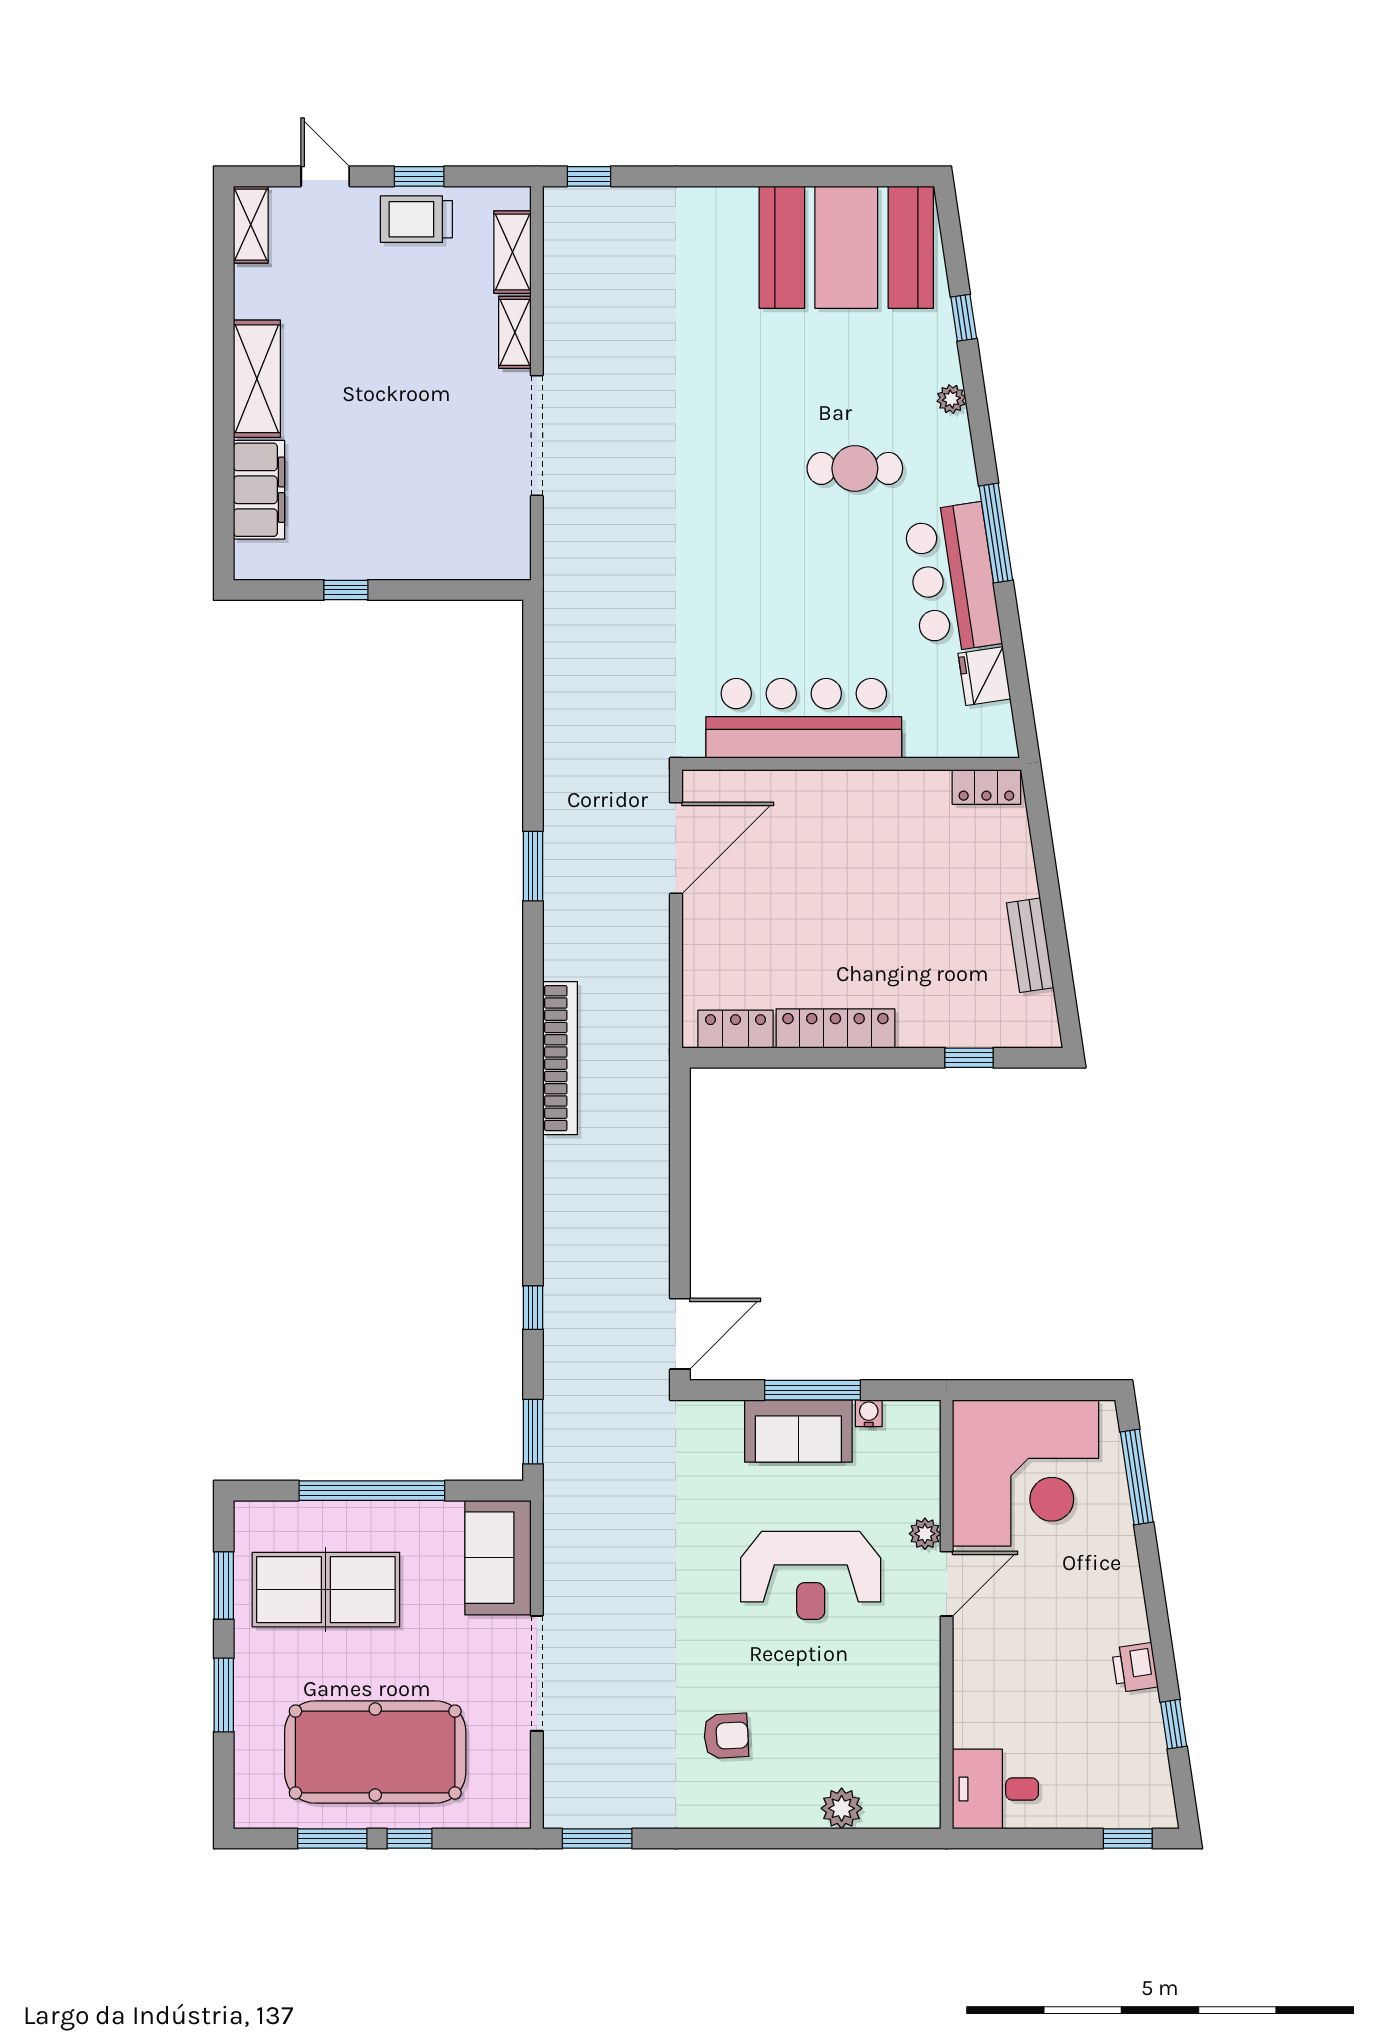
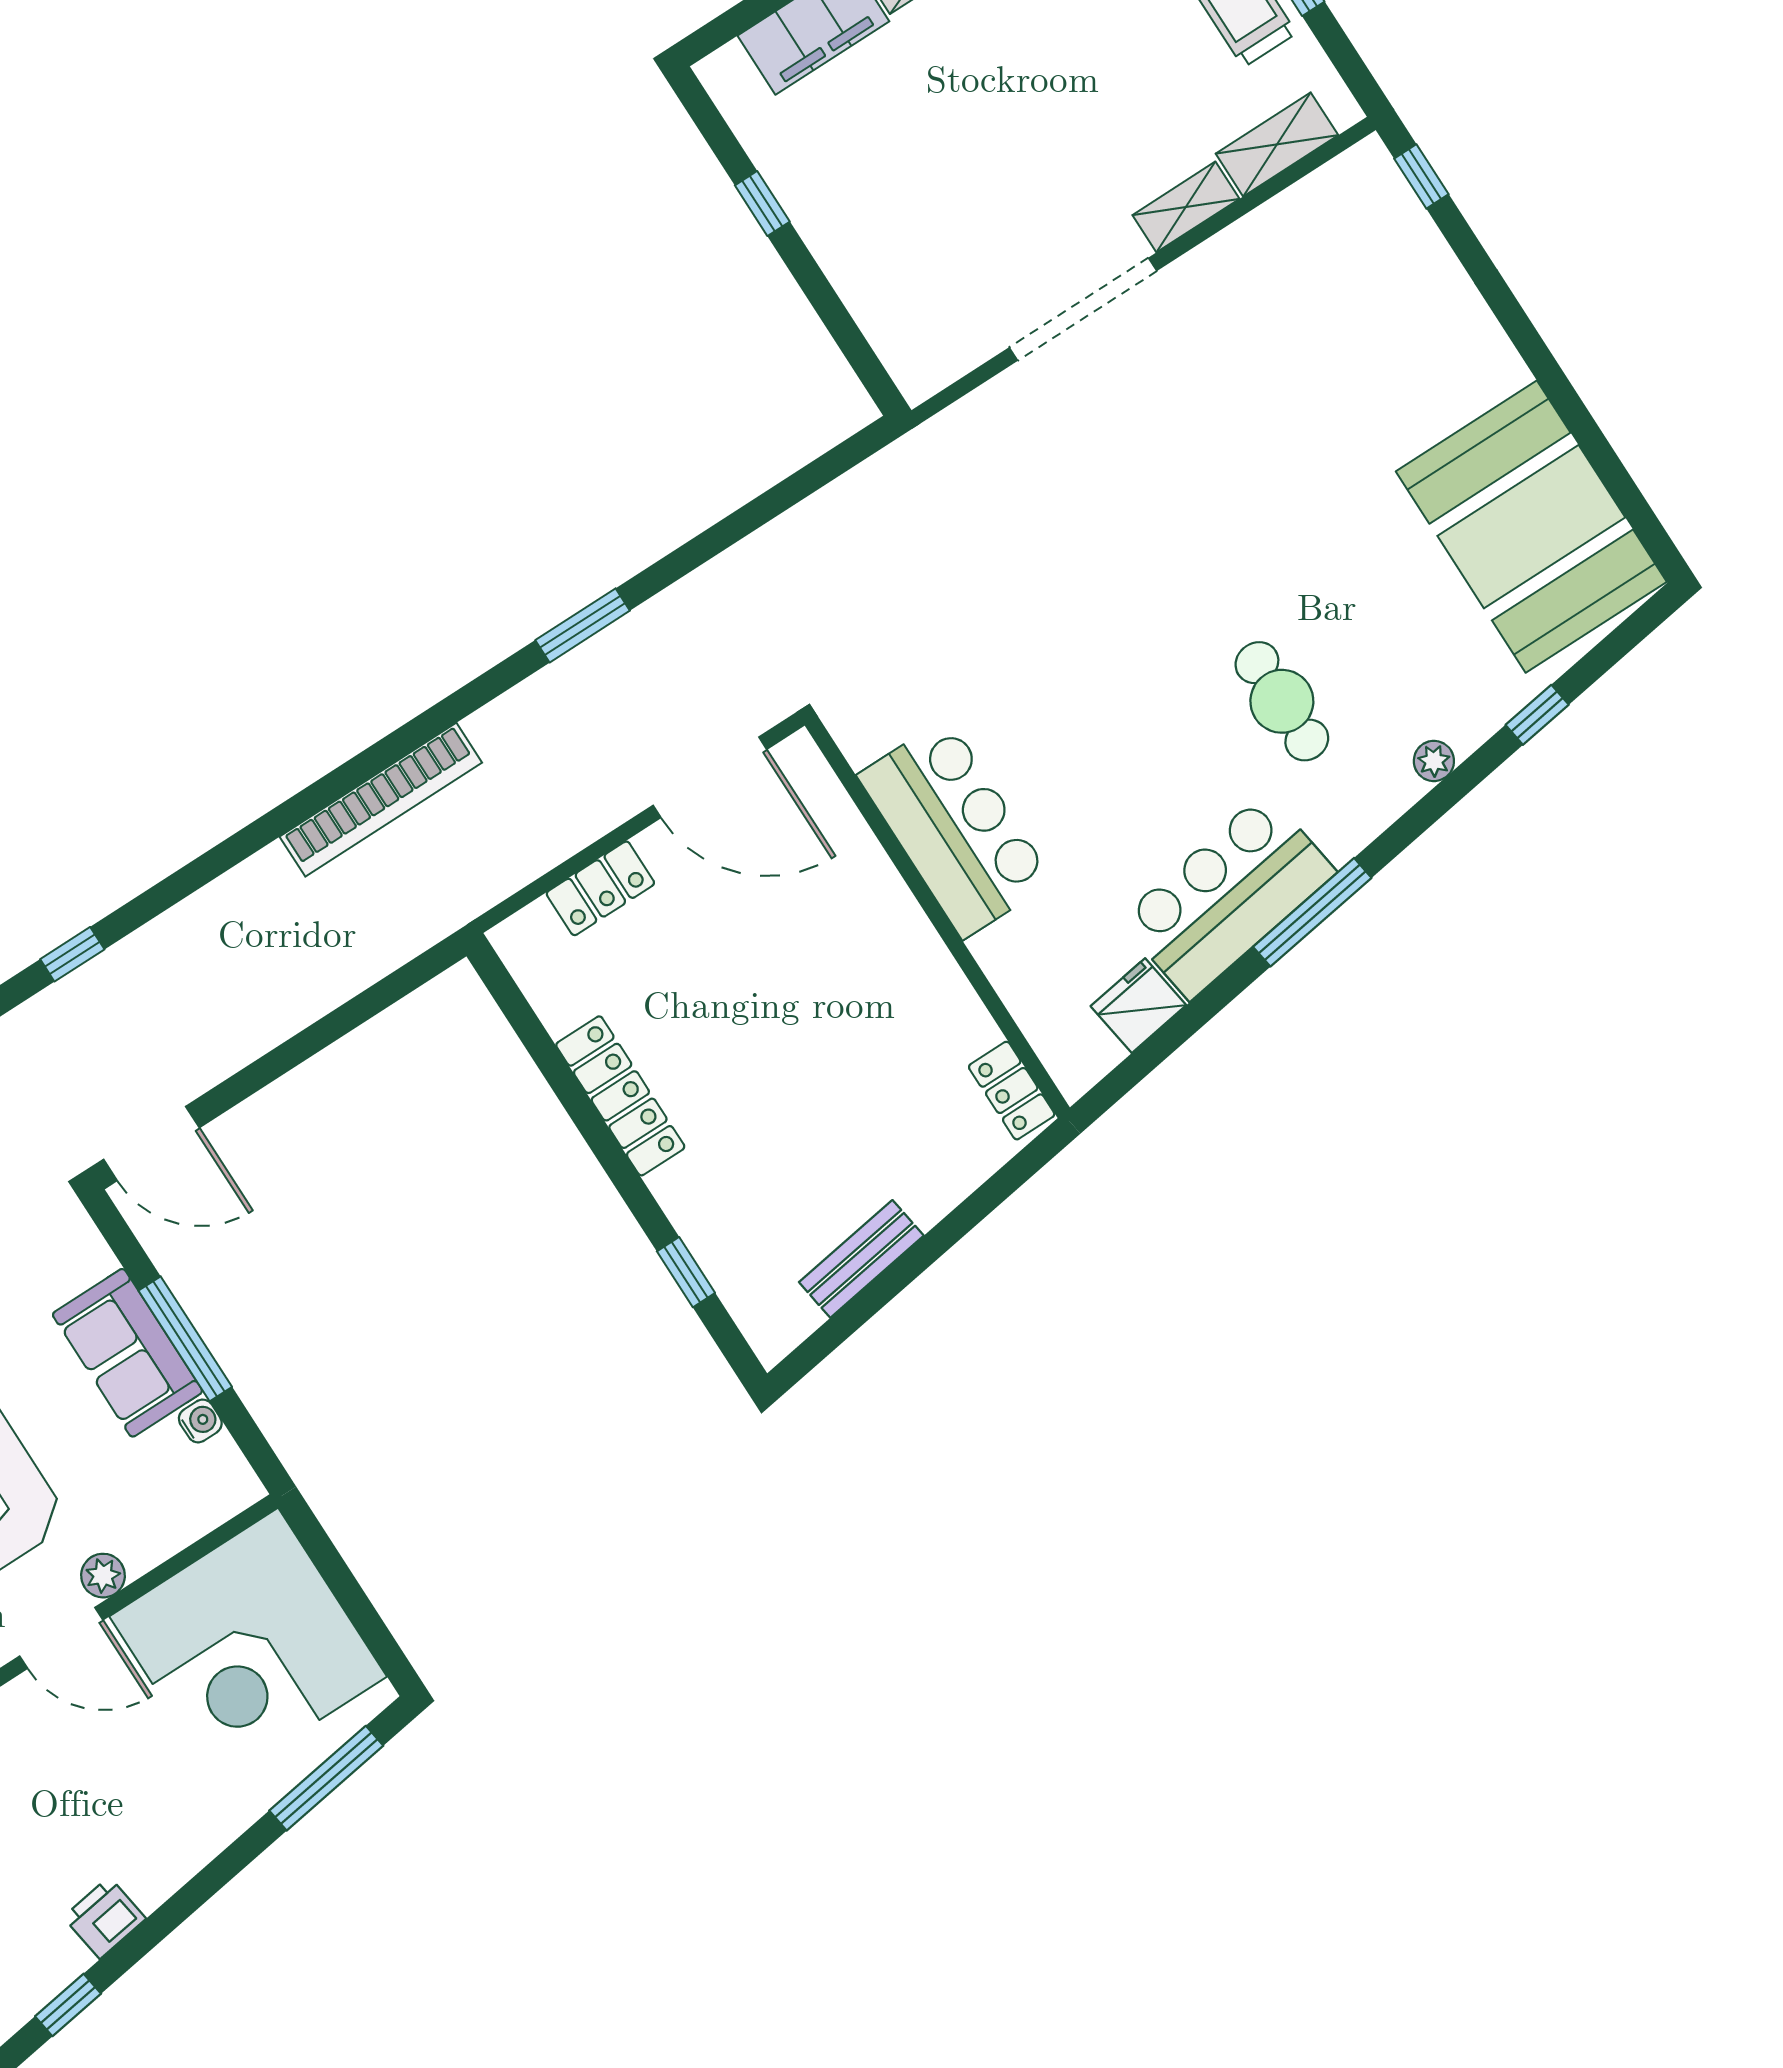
bar counter: (804, 718) -> (955, 828), width x0.73
locker: (736, 1029) -> (600, 888), moved, turned 90

